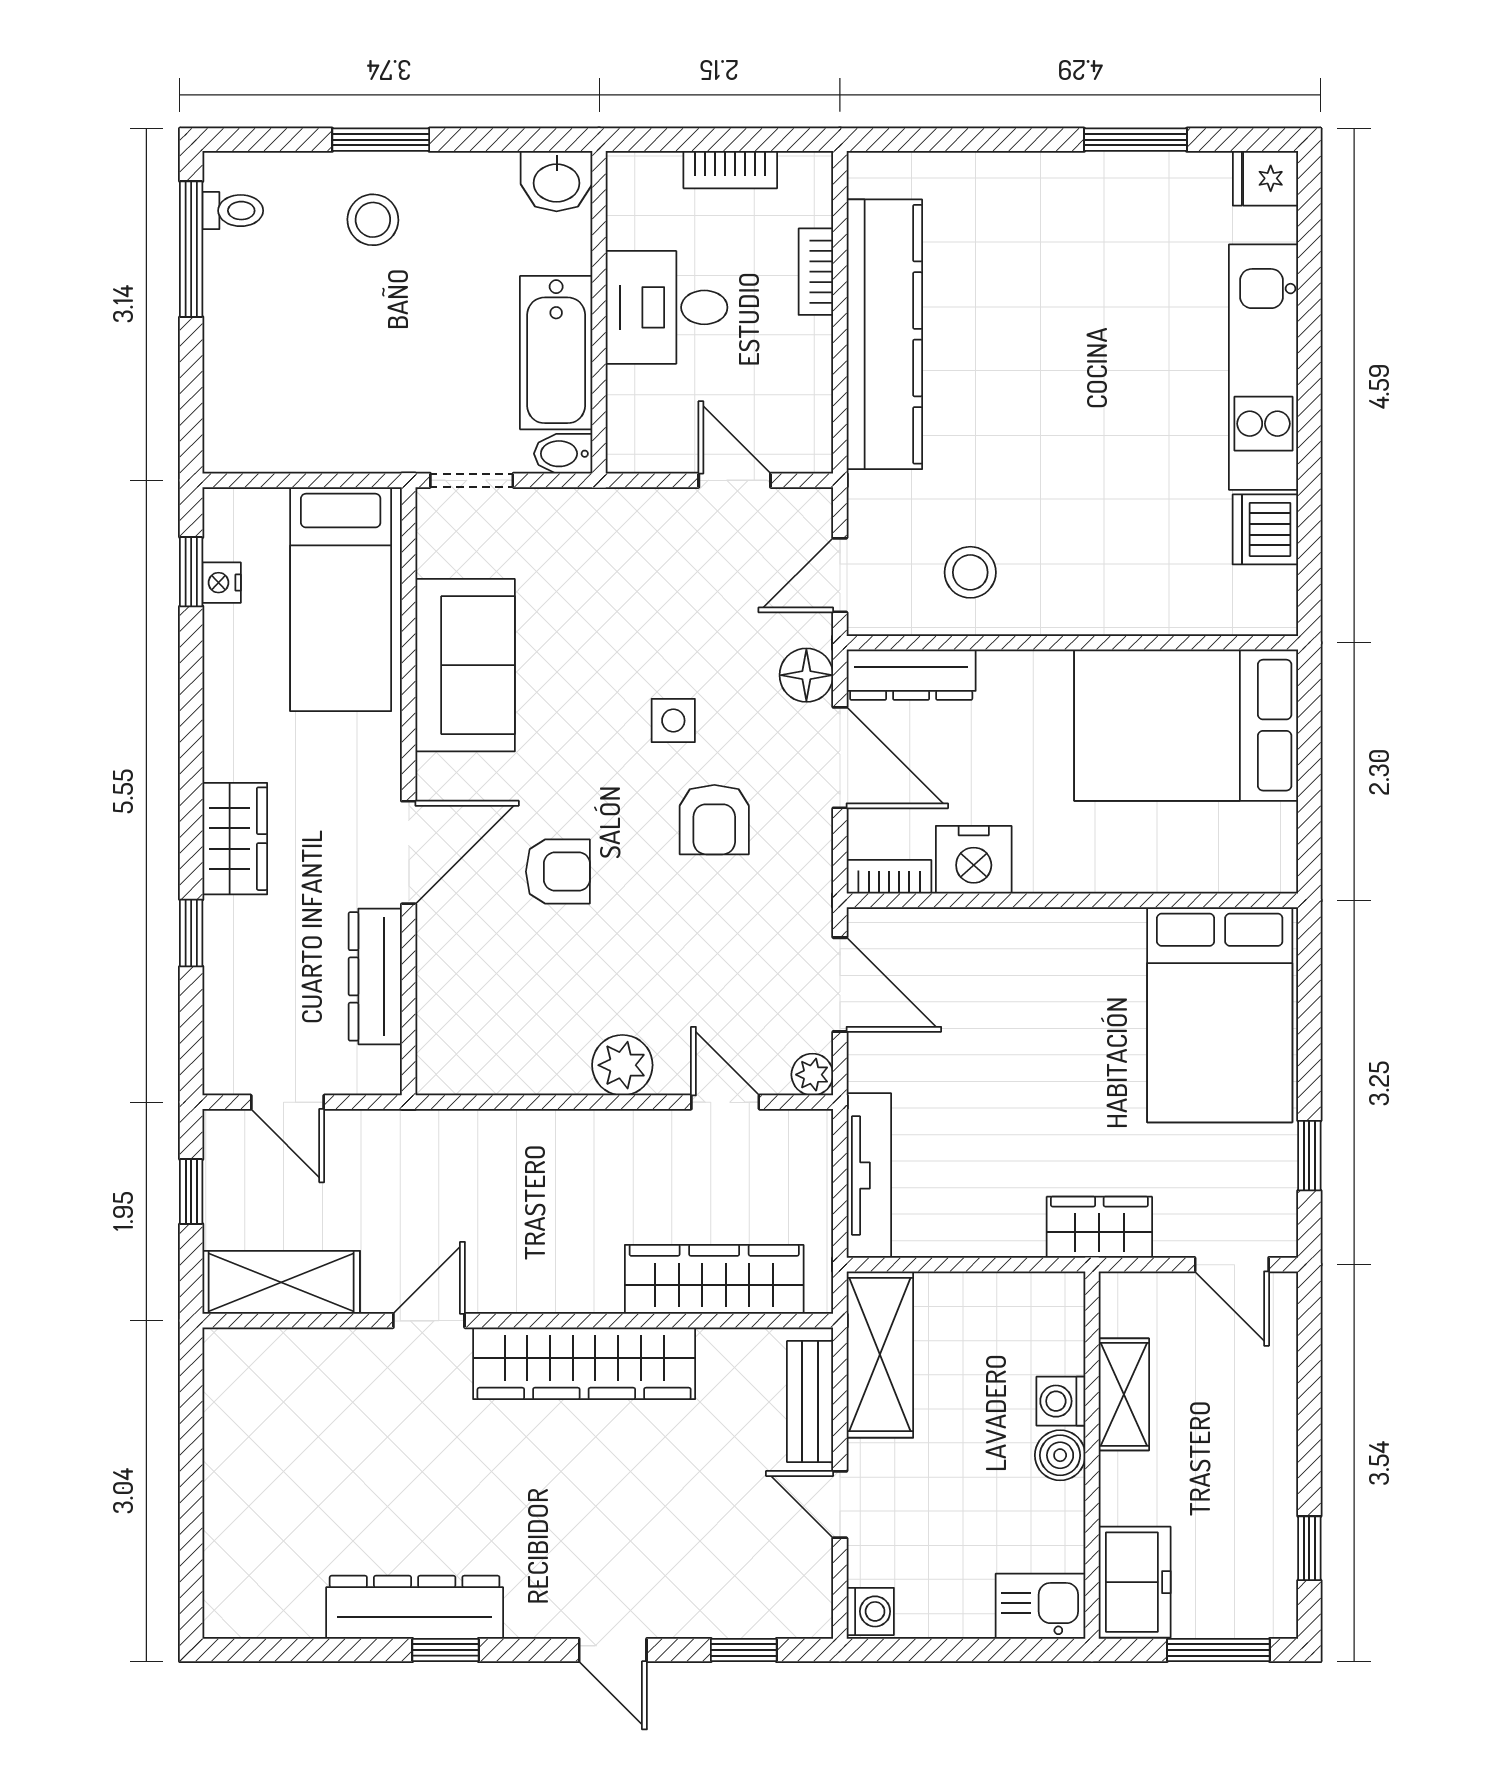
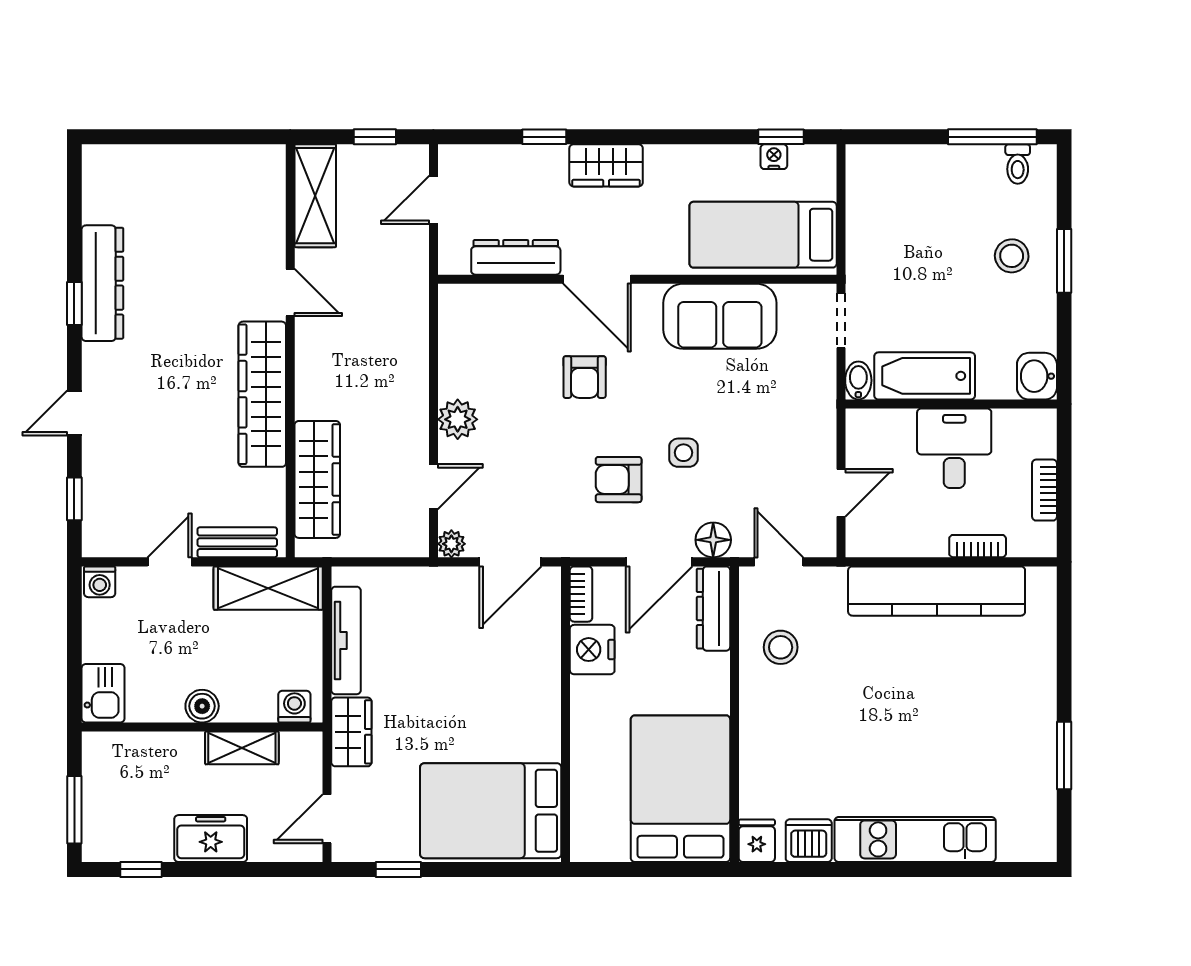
fridge: (1265, 178) -> (757, 841), moved
tv unit: (869, 1176) -> (346, 640), moved, turned -90
washing machine: (1061, 1401) -> (294, 707), moved
freezer: (1135, 1582) -> (211, 839), moved, turned 180

